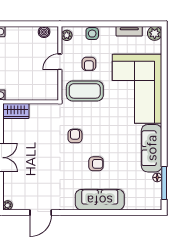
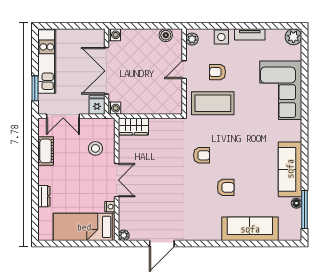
tv unit: (129, 31) -> (250, 34), moved
armchair: (89, 64) -> (218, 72), turned 90
corner sofa: (137, 89) -> (281, 90), width x0.73, depth x0.74
armchair: (75, 136) -> (202, 155), turned 90
sofa: (100, 200) -> (250, 229), moved

